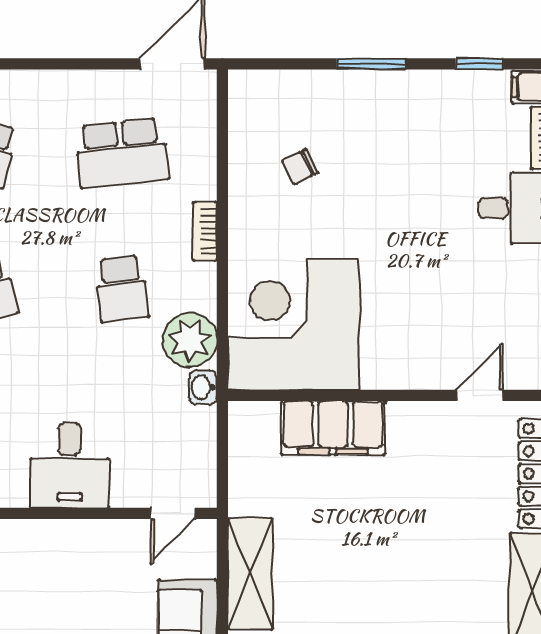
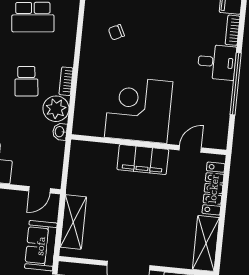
bookcase: (205, 231) -> (66, 81), moved
corner desk: (294, 324) -> (139, 110), moved
filing cabinet: (333, 428) -> (143, 159), moved

